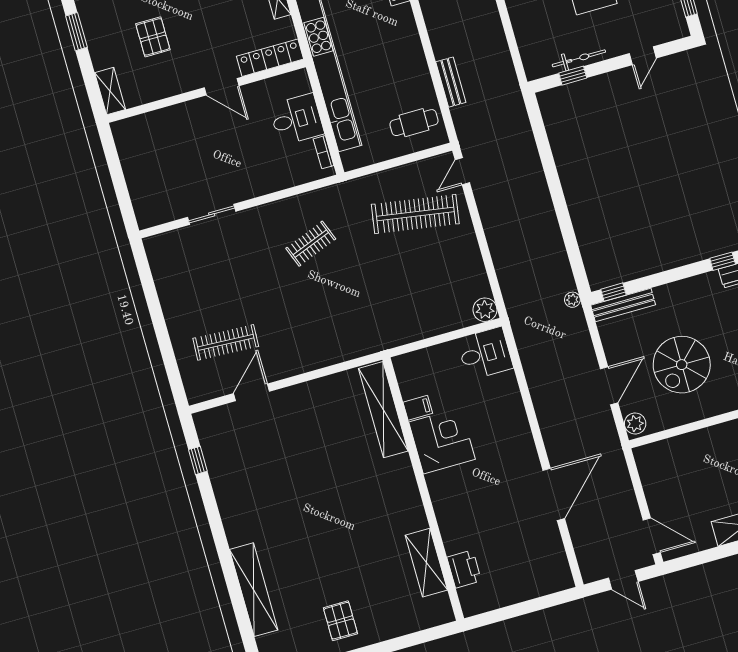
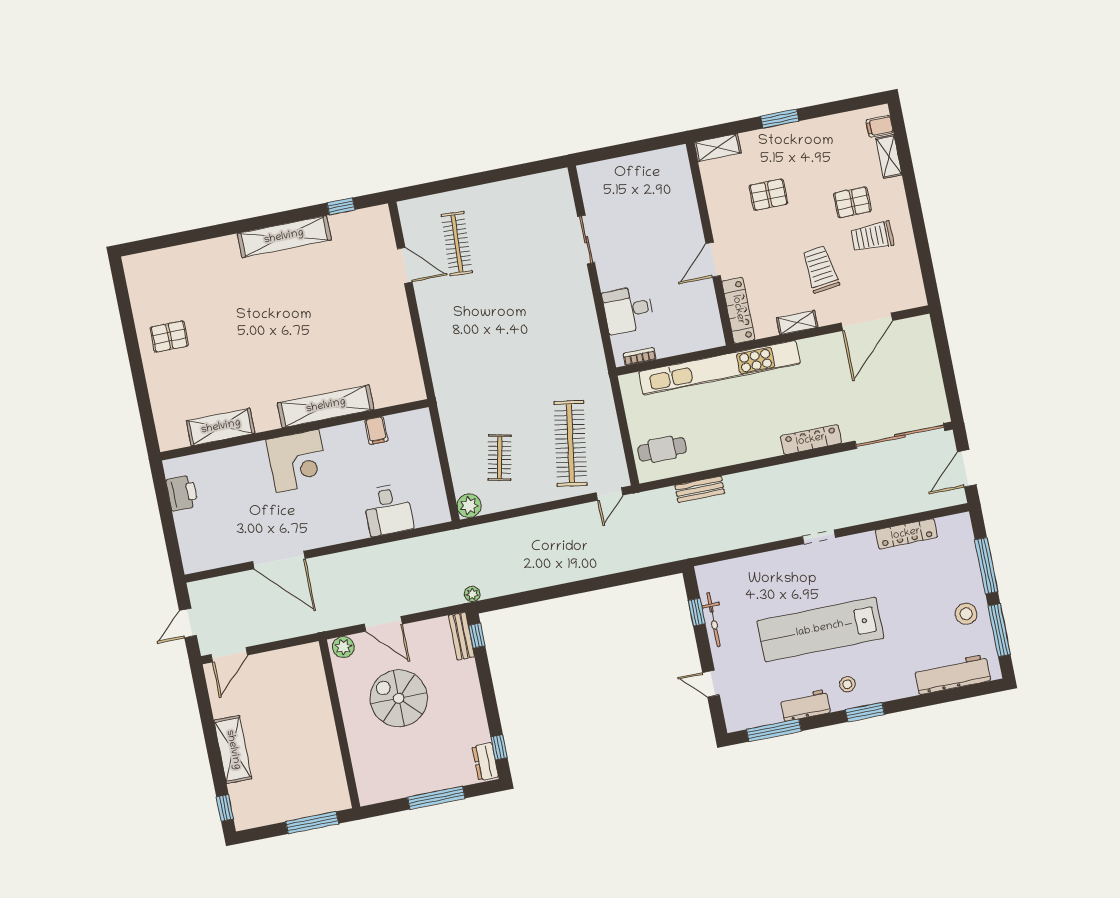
desk: (297, 119) -> (628, 310), moved, turned 90
cafe table: (414, 123) -> (662, 449), turned 90
door: (462, 171) -> (609, 494), swing flipped
clothes rail: (311, 244) -> (500, 458), moved, turned 33
bench: (623, 305) -> (461, 636), width x0.73
desk: (485, 353) -> (388, 510), moved
shelving: (383, 410) -> (326, 406), moved
corner desk: (442, 441) -> (297, 461), moved
printer: (464, 569) -> (182, 493), moved, turned -90
shelving: (254, 590) -> (284, 237), moved

